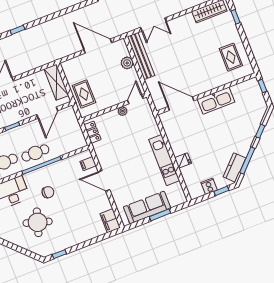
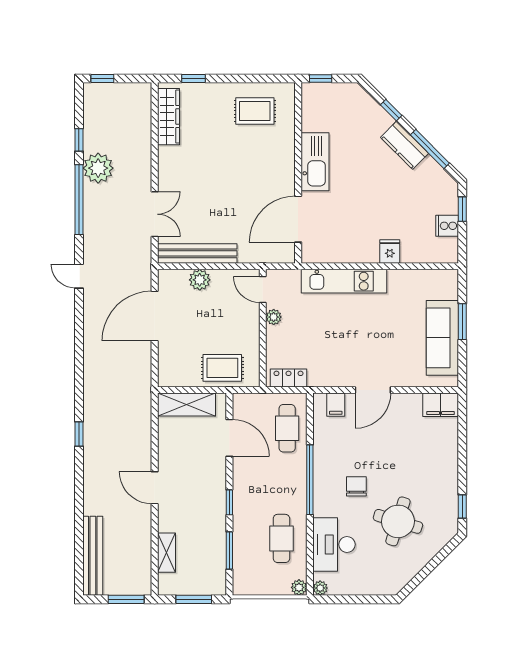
cafe table: (35, 153) -> (287, 428), moved
kitchen unit: (164, 160) -> (344, 281), moved
kitchen counter: (234, 167) -> (405, 145), moved

